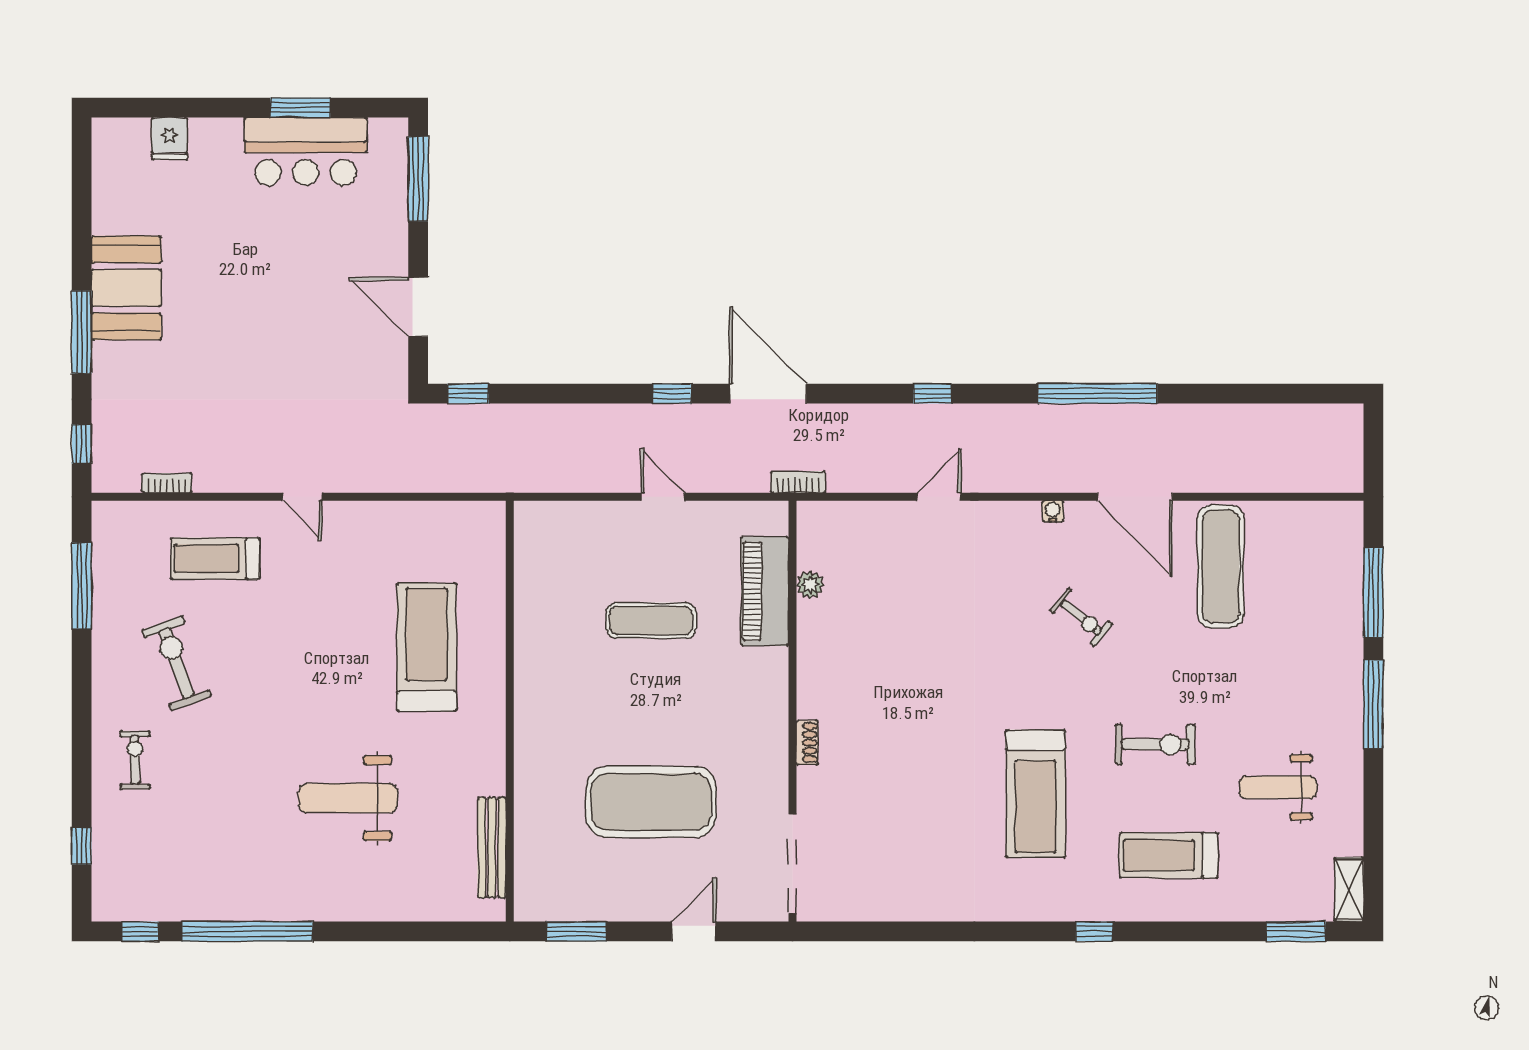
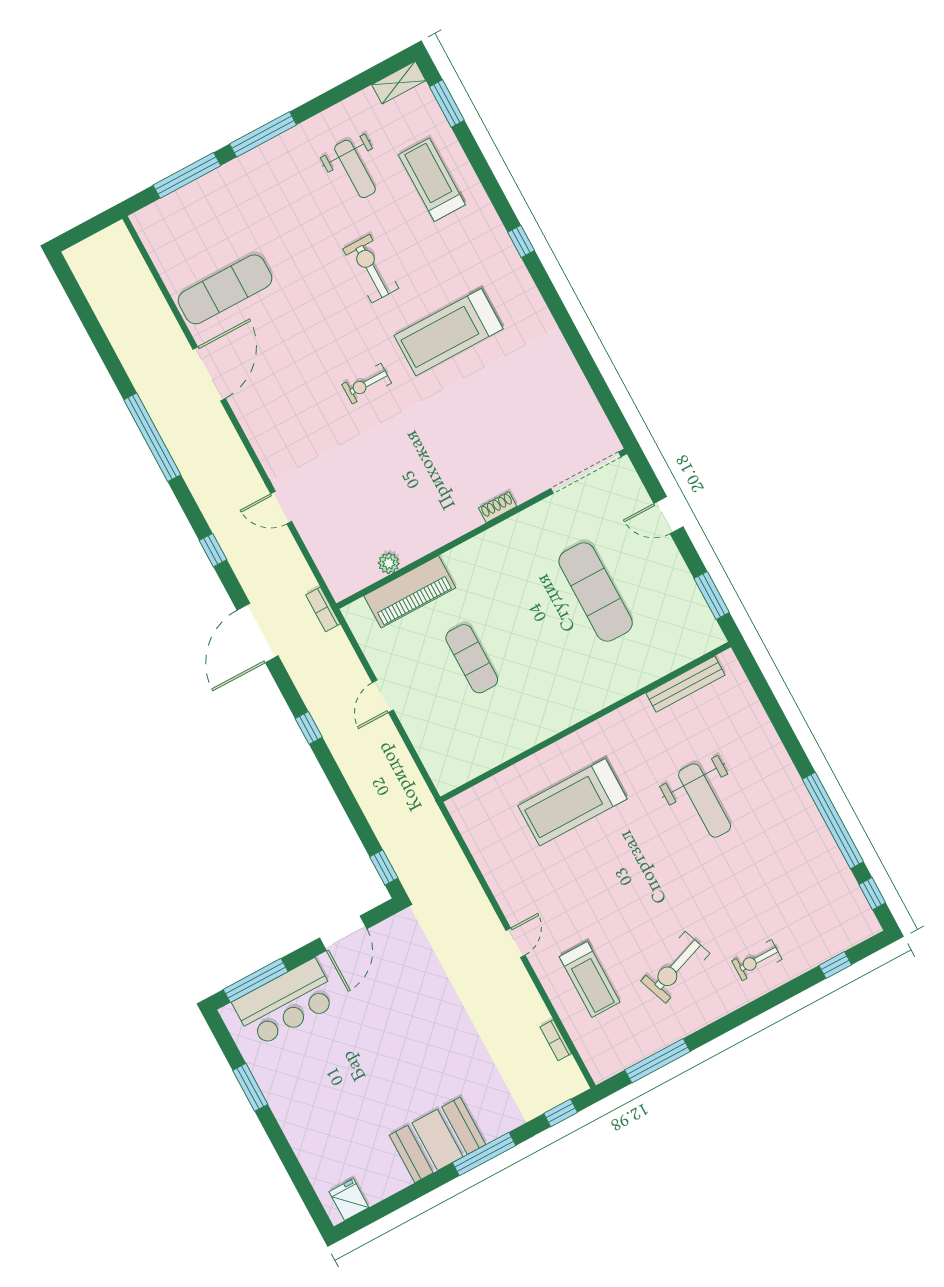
fridge: (169, 139) -> (349, 1200), moved, turned -90
bar counter: (306, 151) -> (286, 1003), moved, turned 90
door: (768, 394) -> (258, 633), moved
water cooler: (1053, 511) -> (249, 424), removed
exercise bike: (1081, 617) -> (367, 384), moved, turned -129
treadmill: (1036, 794) -> (449, 332), turned 180
exercise mat: (651, 802) -> (596, 592), width x0.68
treadmill: (1169, 855) -> (432, 180), moved, turned 180

